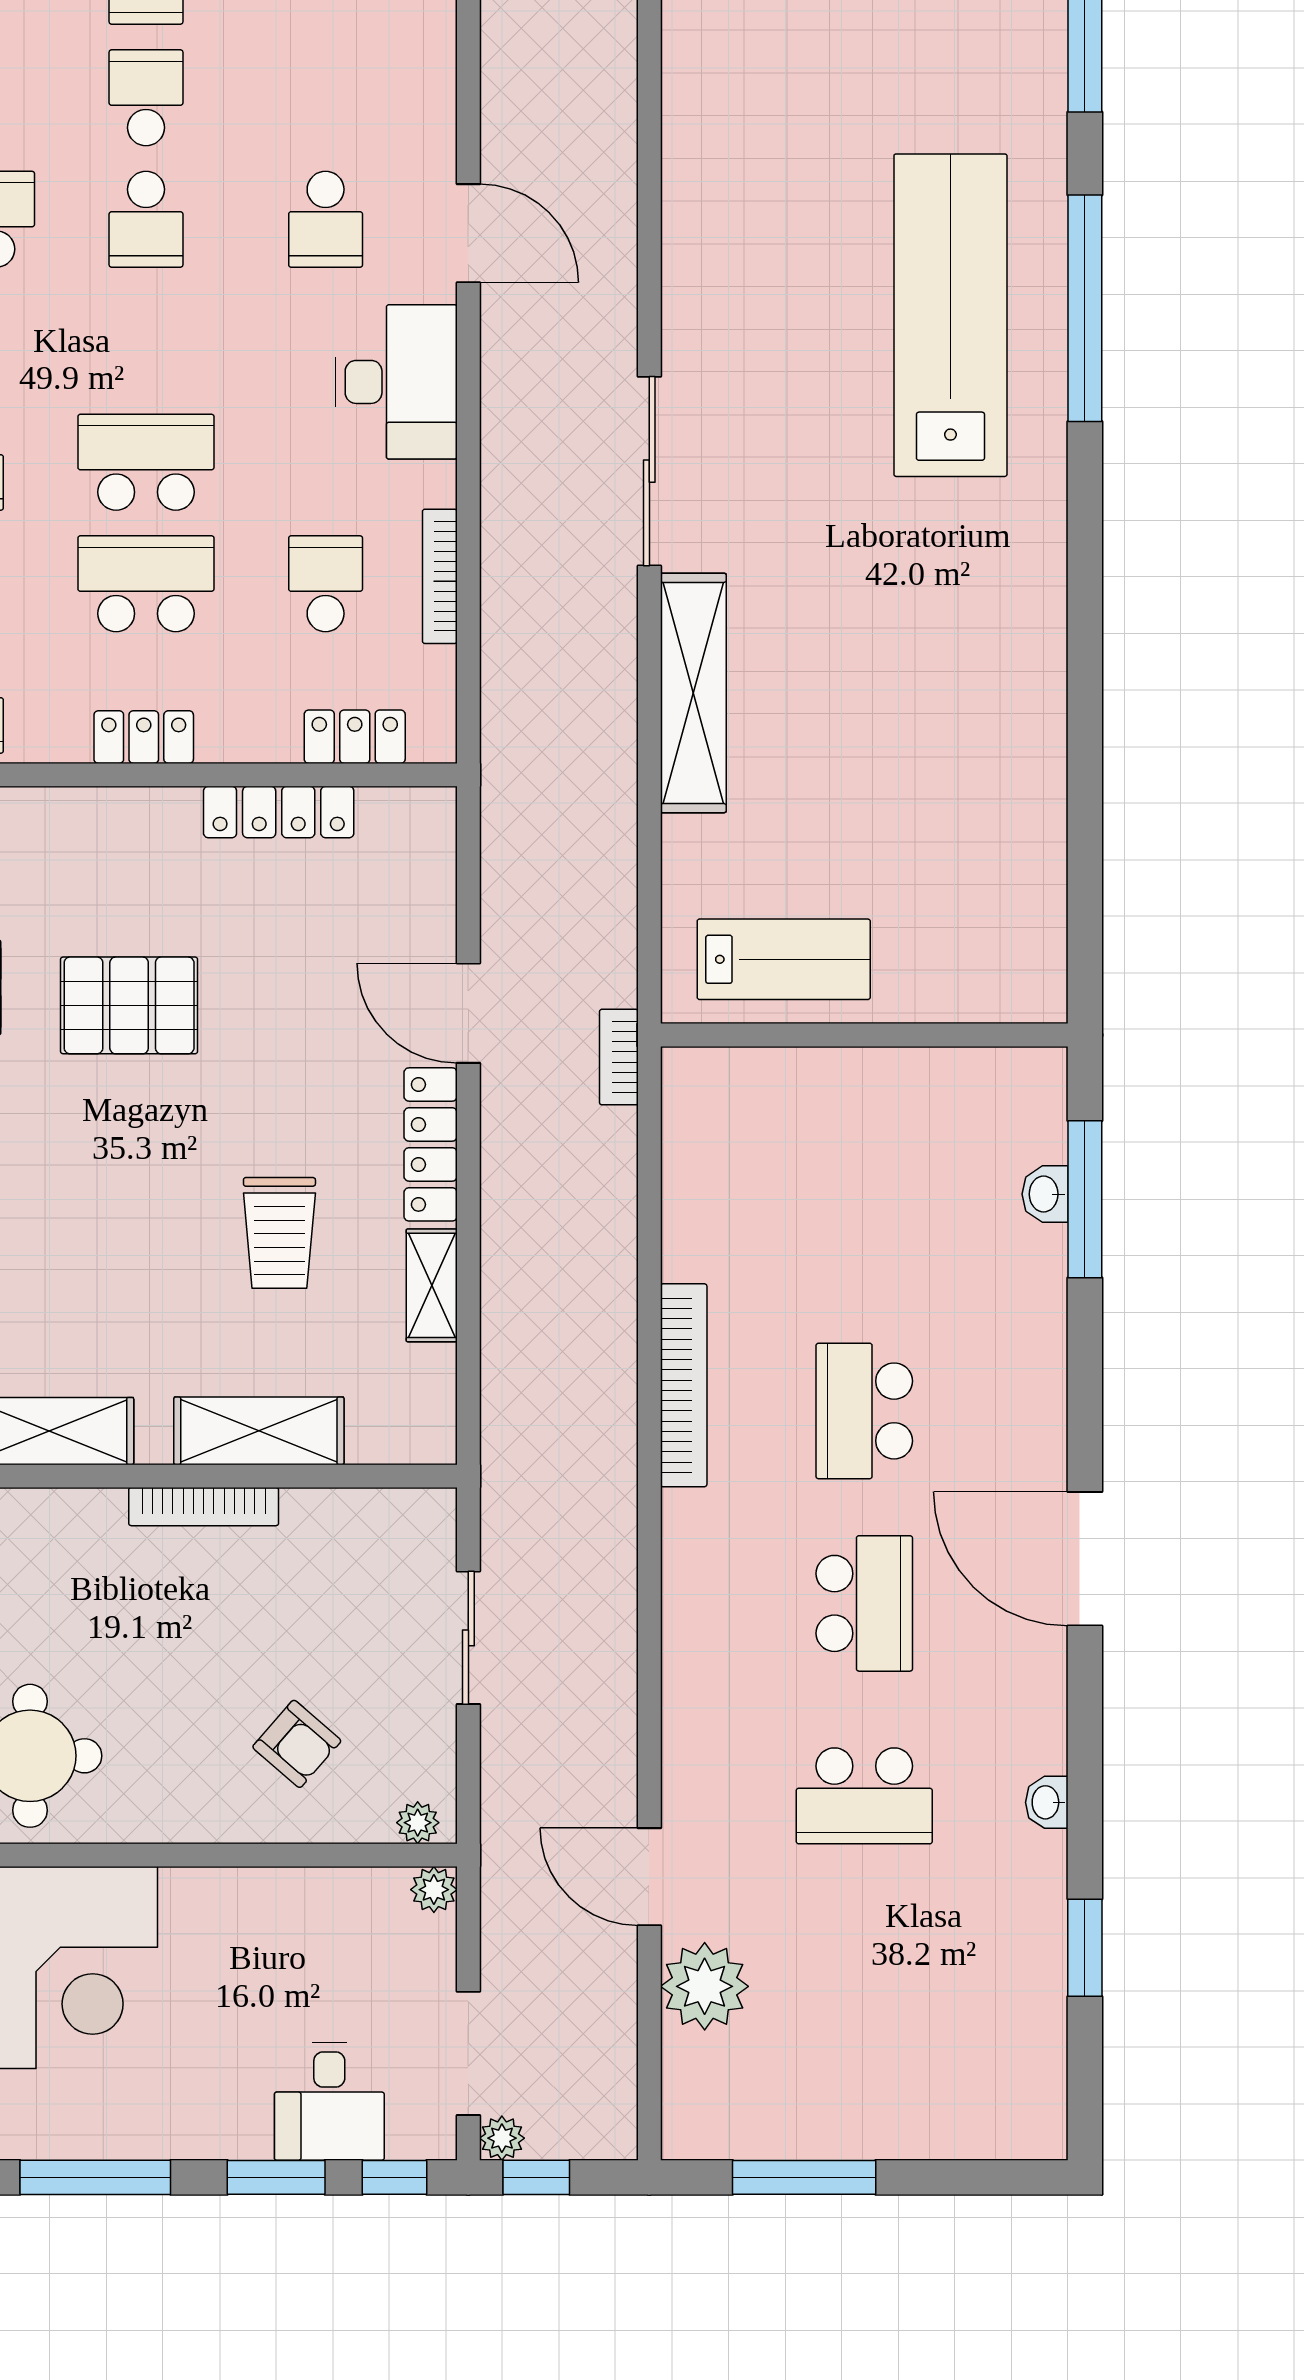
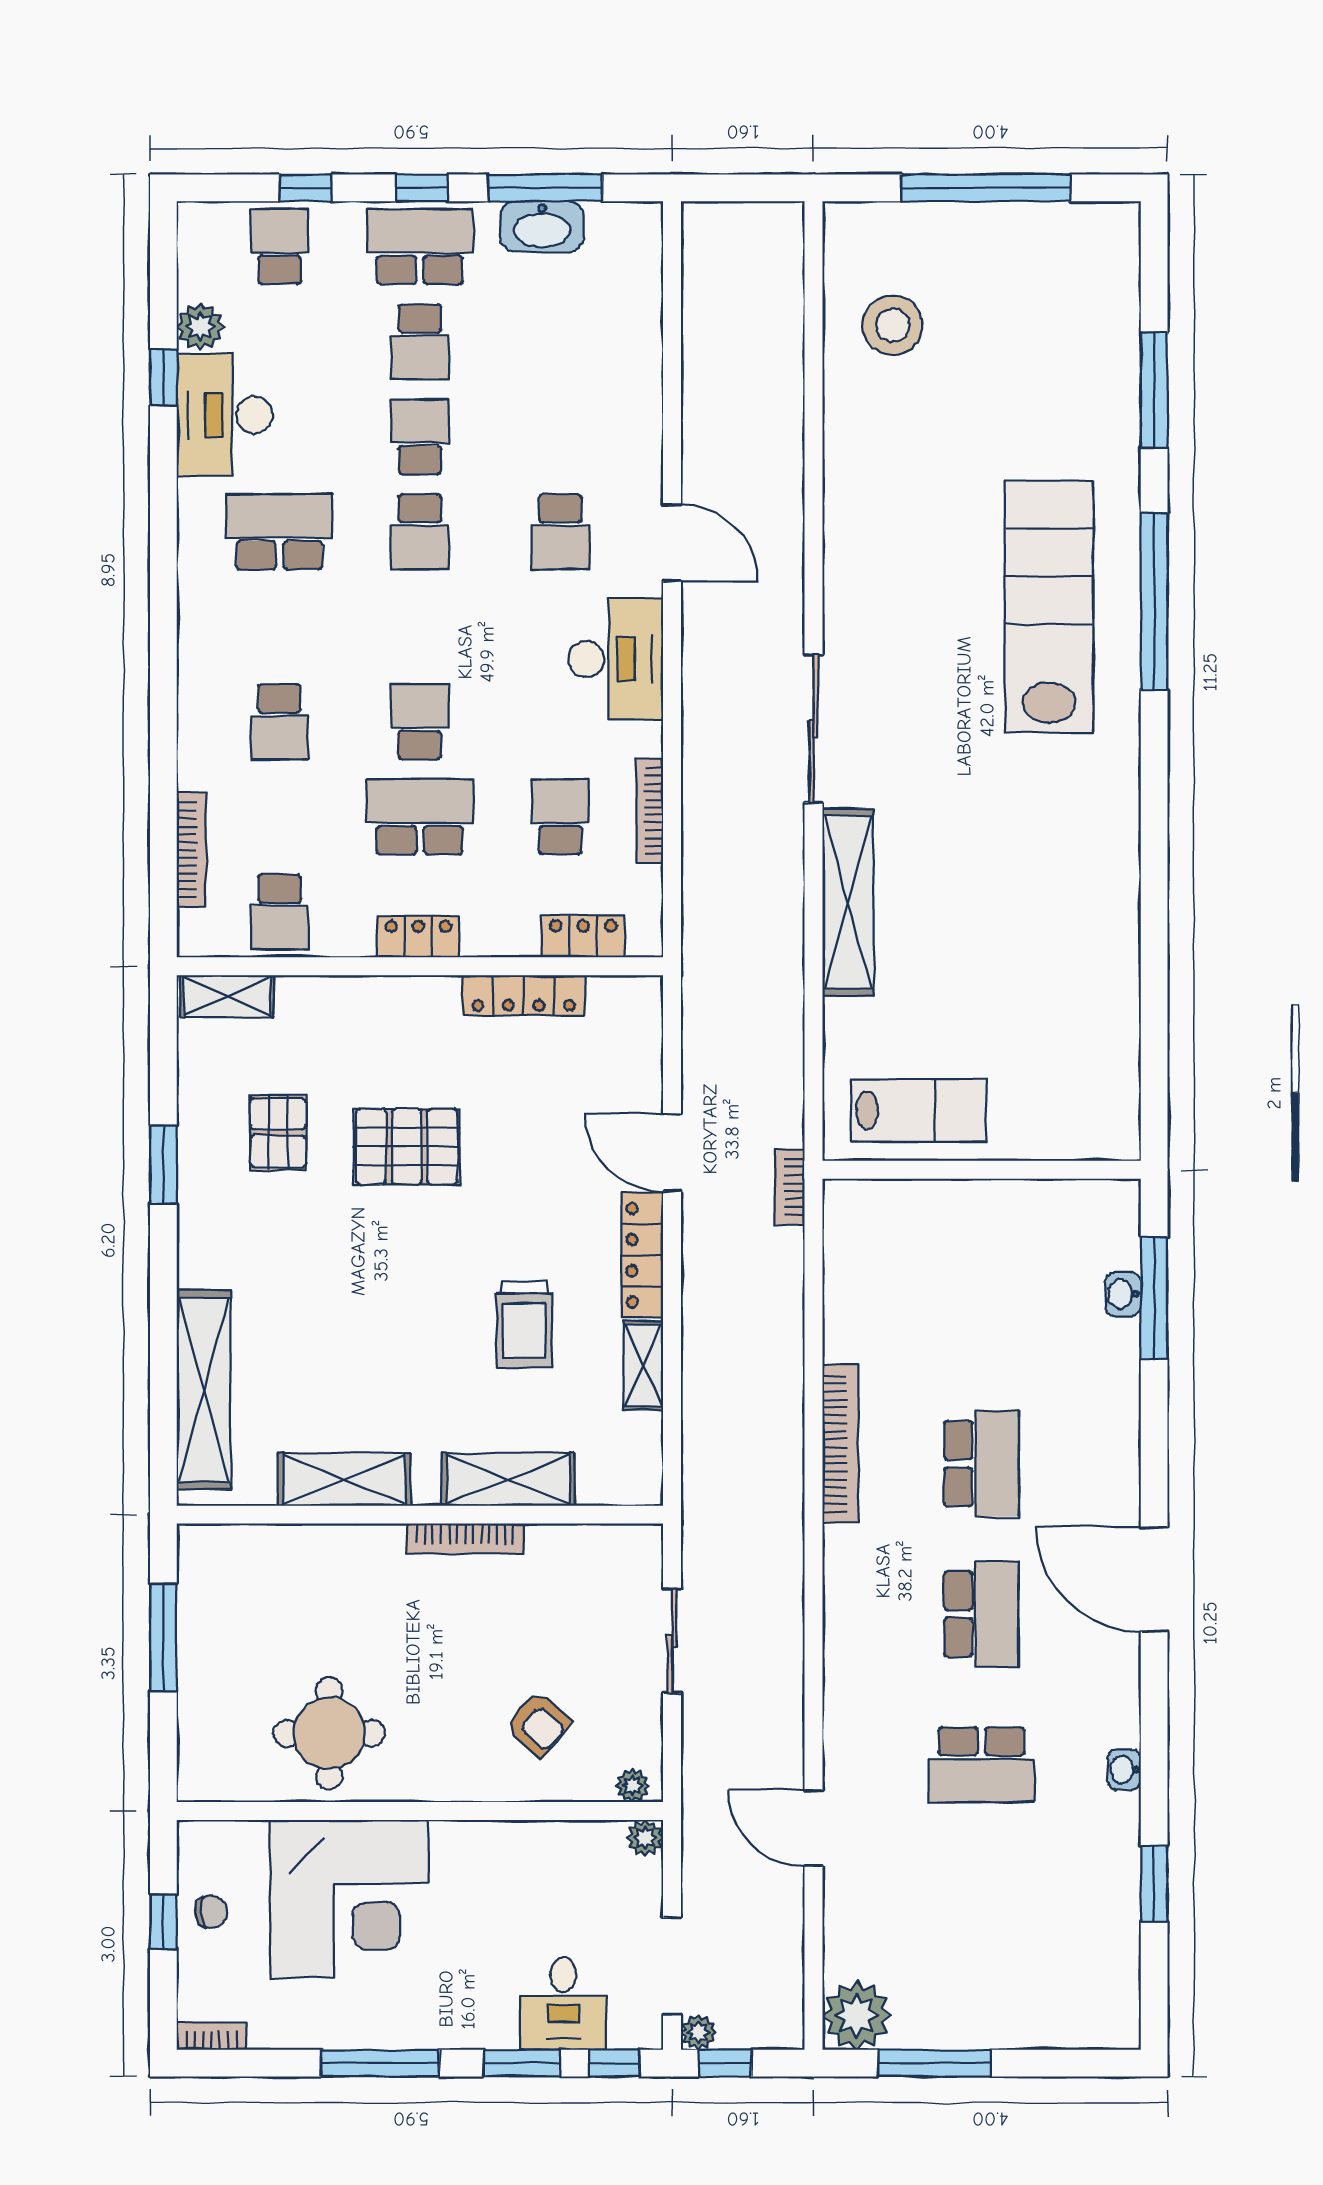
school desk: (146, 462) -> (420, 722), width x0.54
school desk: (864, 1411) -> (982, 1464), turned 180
plant: (705, 1986) -> (857, 2015), moved

